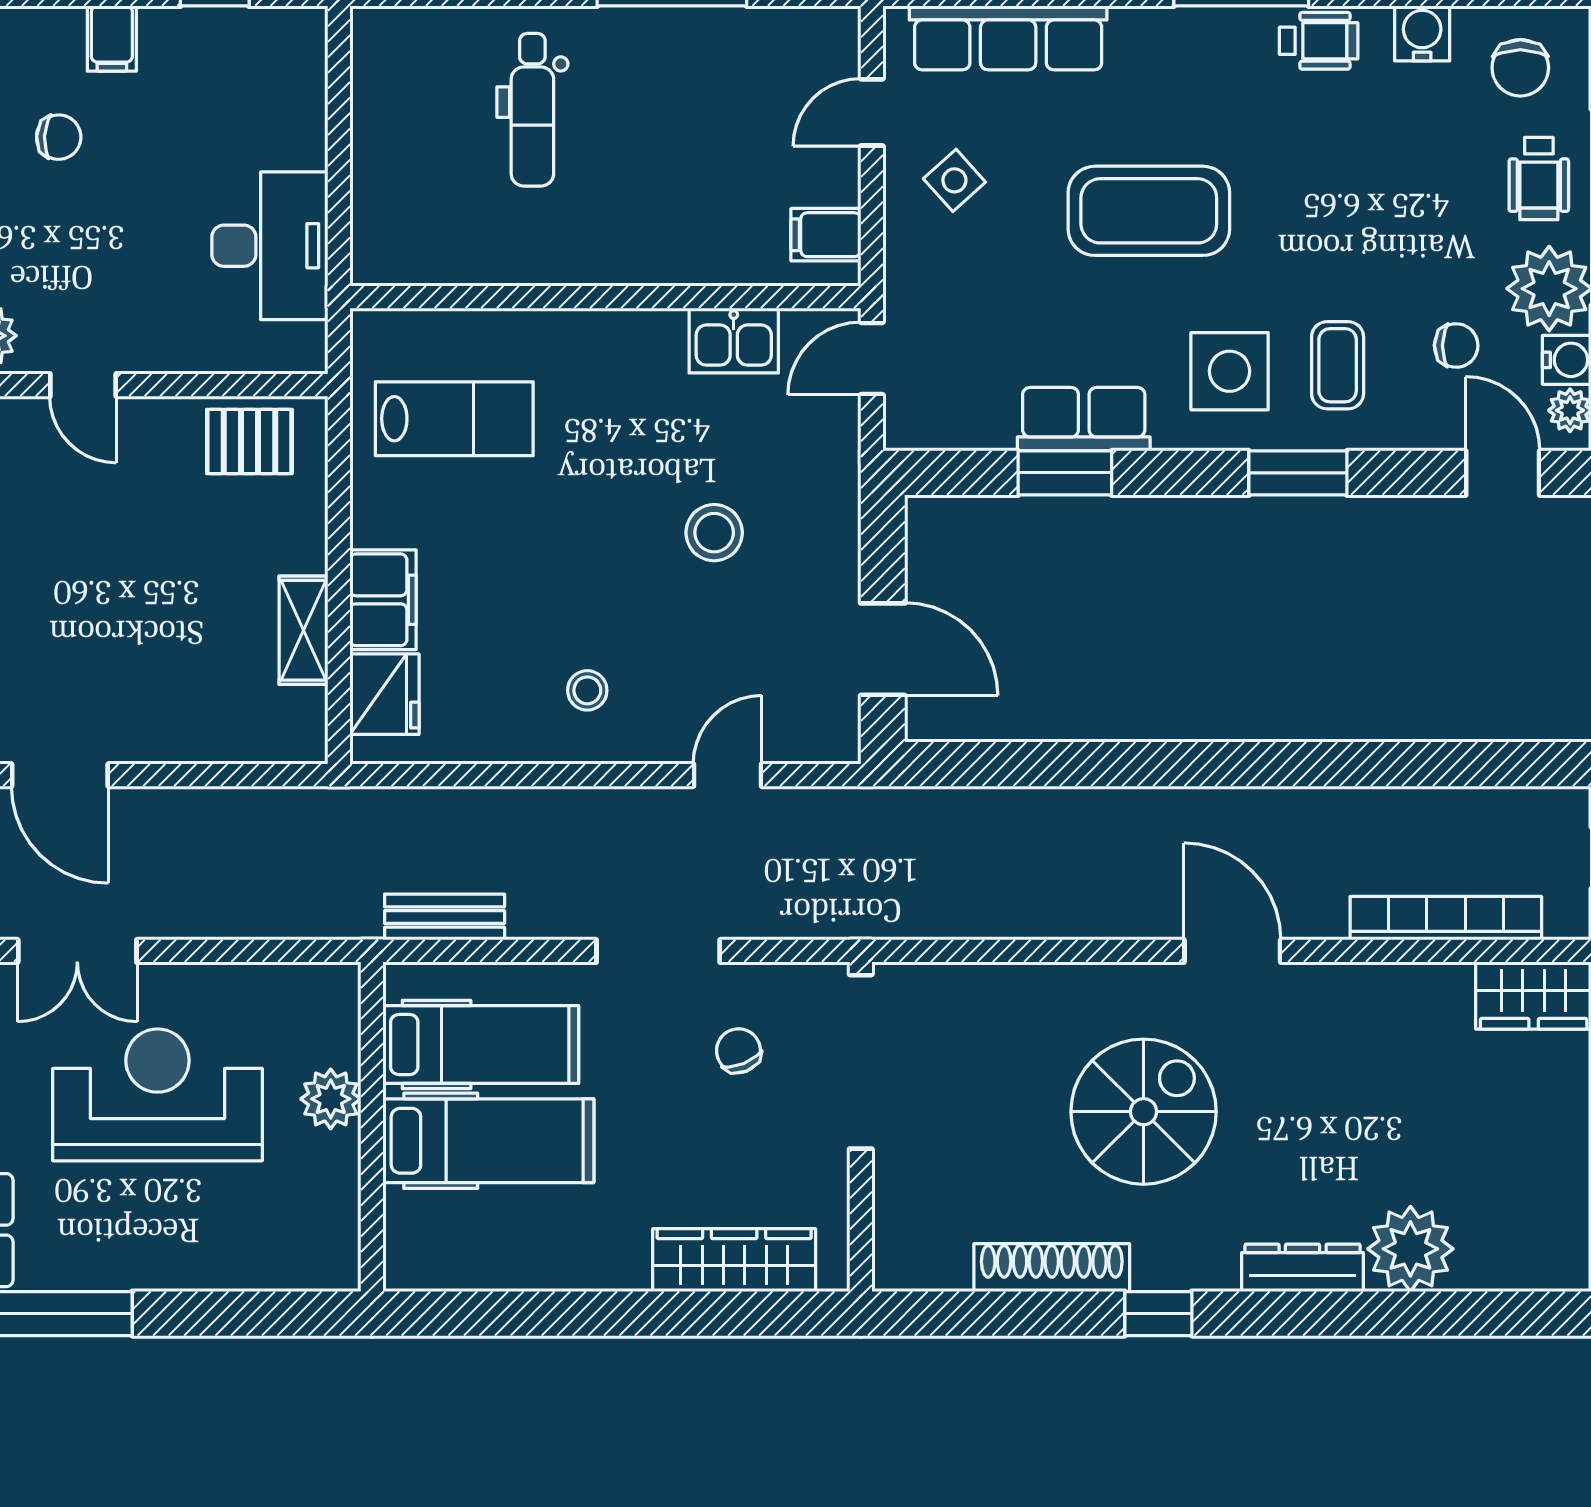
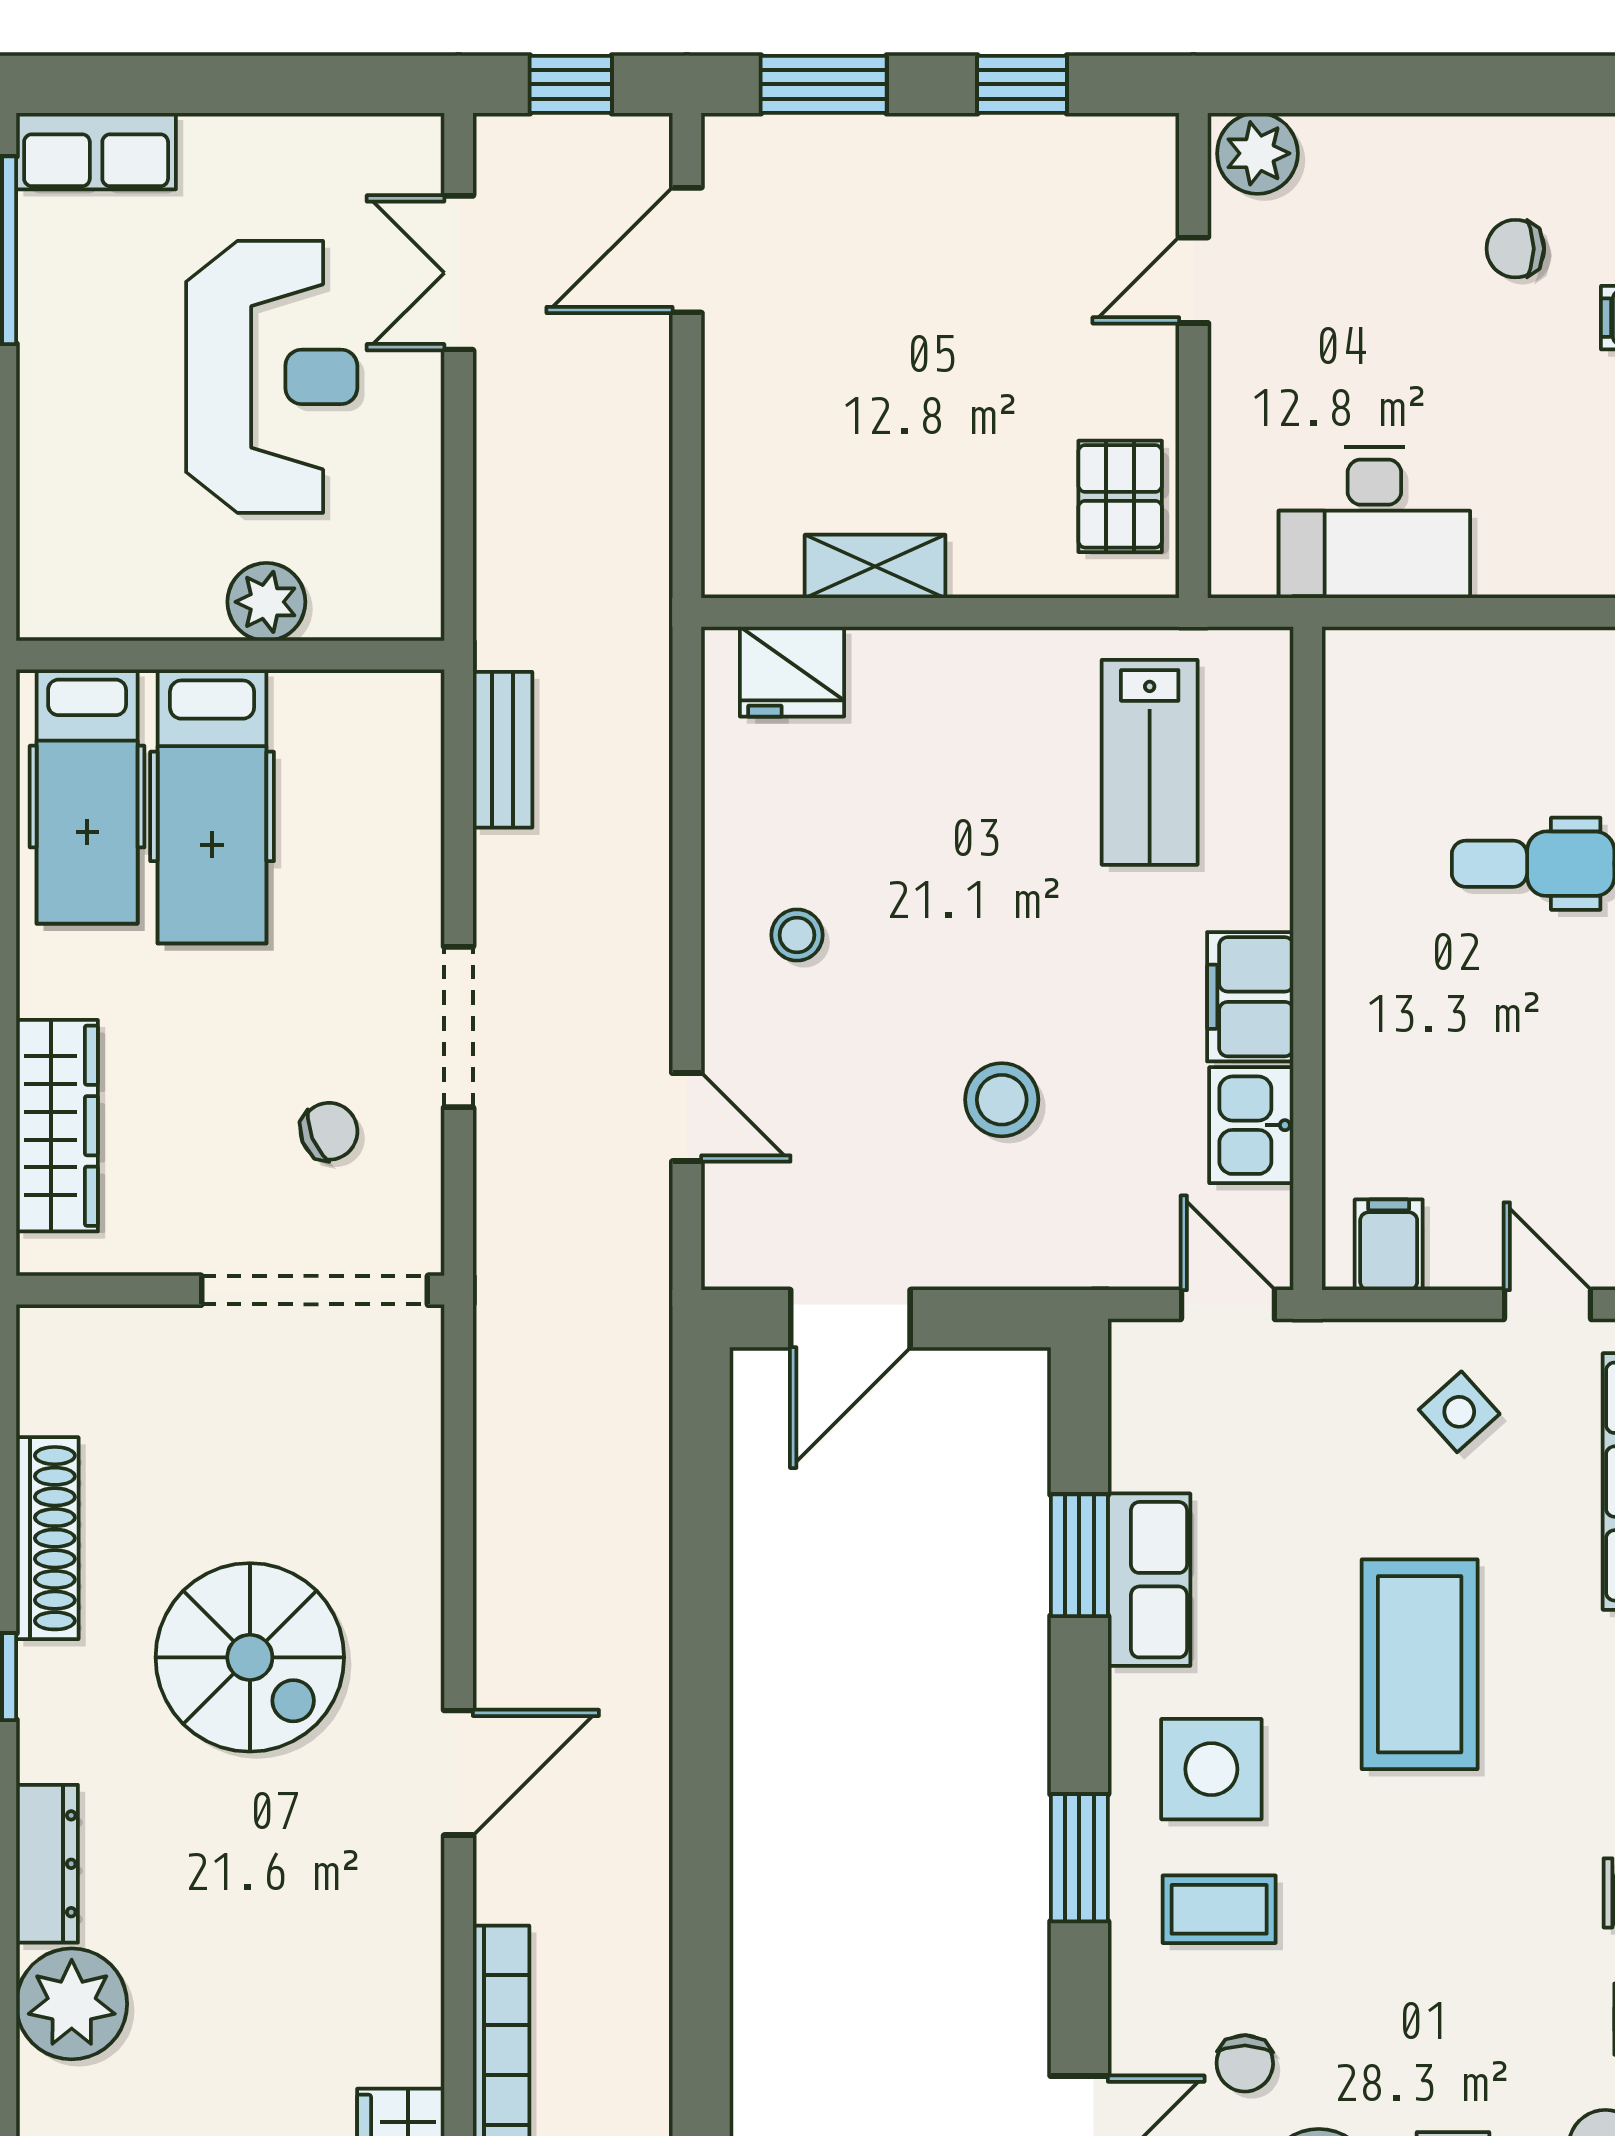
chair: (59, 137) -> (1515, 249), turned 87
filing cabinet: (383, 600) -> (1250, 997), moved, turned 90
hospital bed: (481, 1045) -> (87, 797), moved

